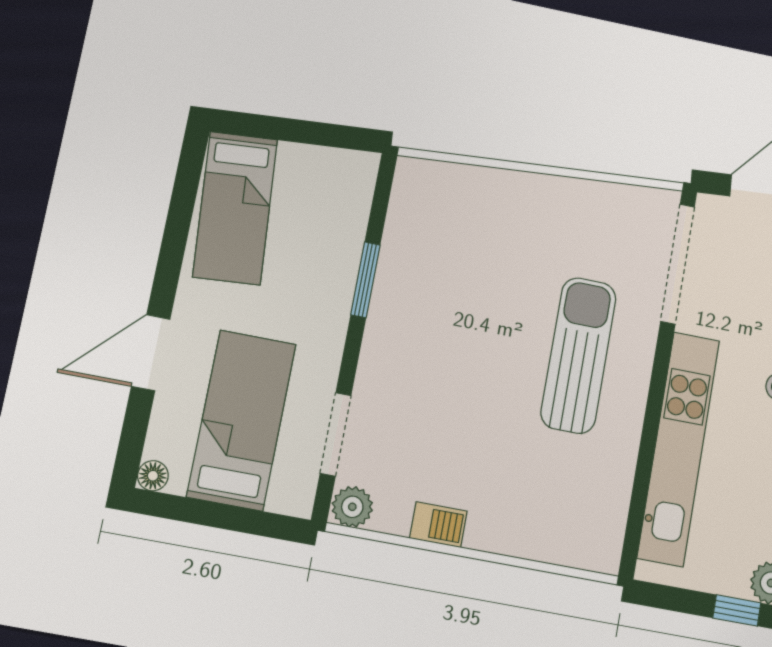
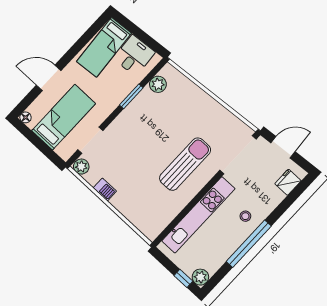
desk: (315, 186) -> (134, 55), added
plant: (407, 217) -> (158, 84), added

